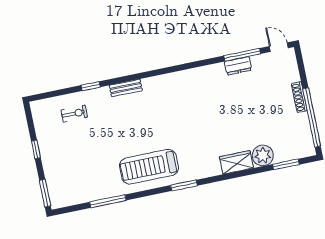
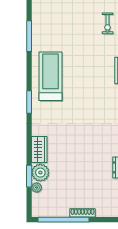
plant: (281, 156) -> (37, 188), added
window: (286, 164) -> (29, 176), moved

